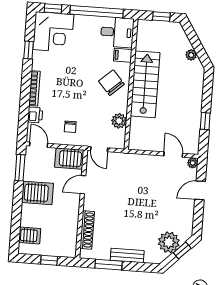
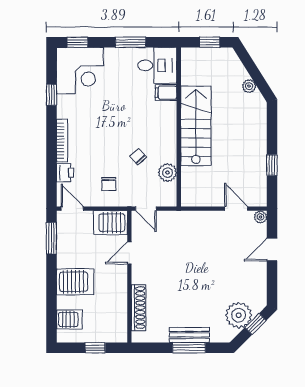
window: (97, 12) -> (131, 42), width x0.47
chair: (111, 83) -> (138, 157), moved, width x0.54, depth x0.54
server rack: (38, 193) -> (75, 282), moved
window: (109, 265) -> (189, 348), moved

